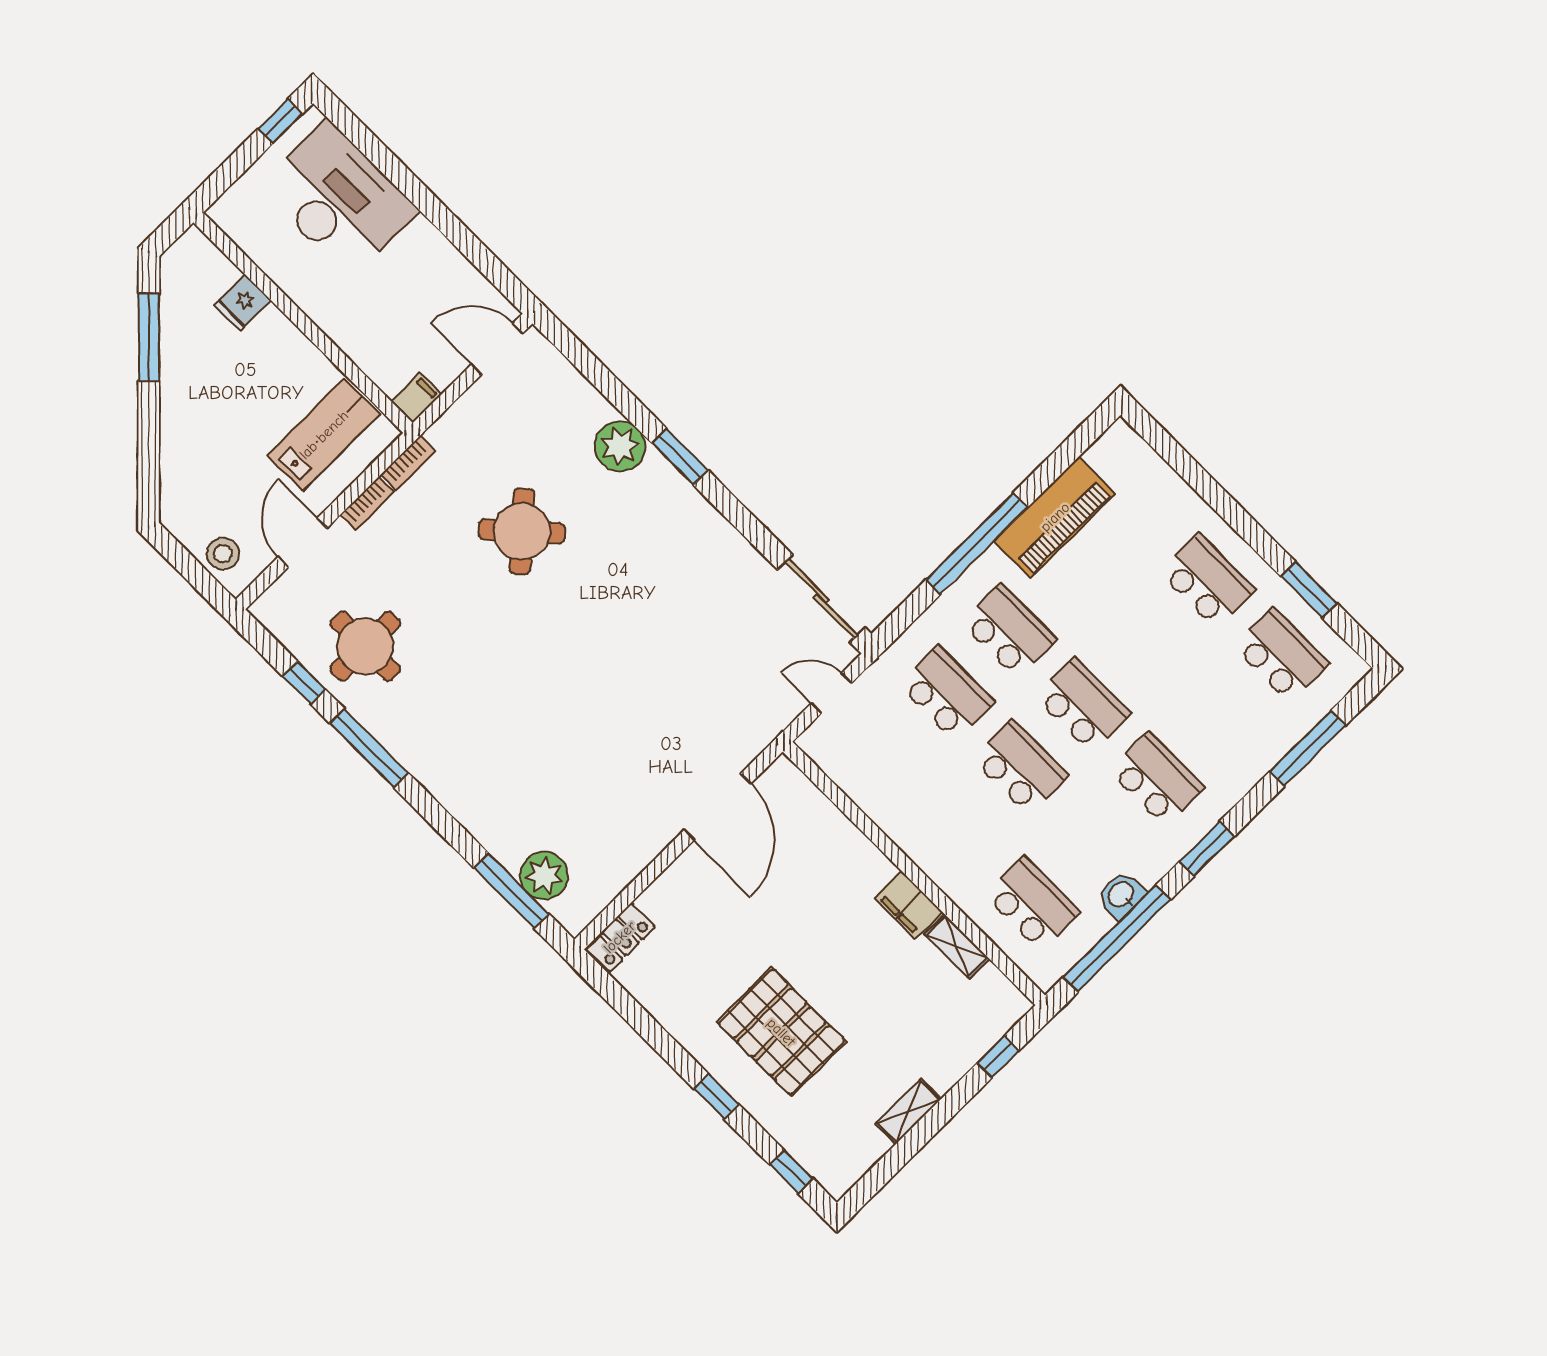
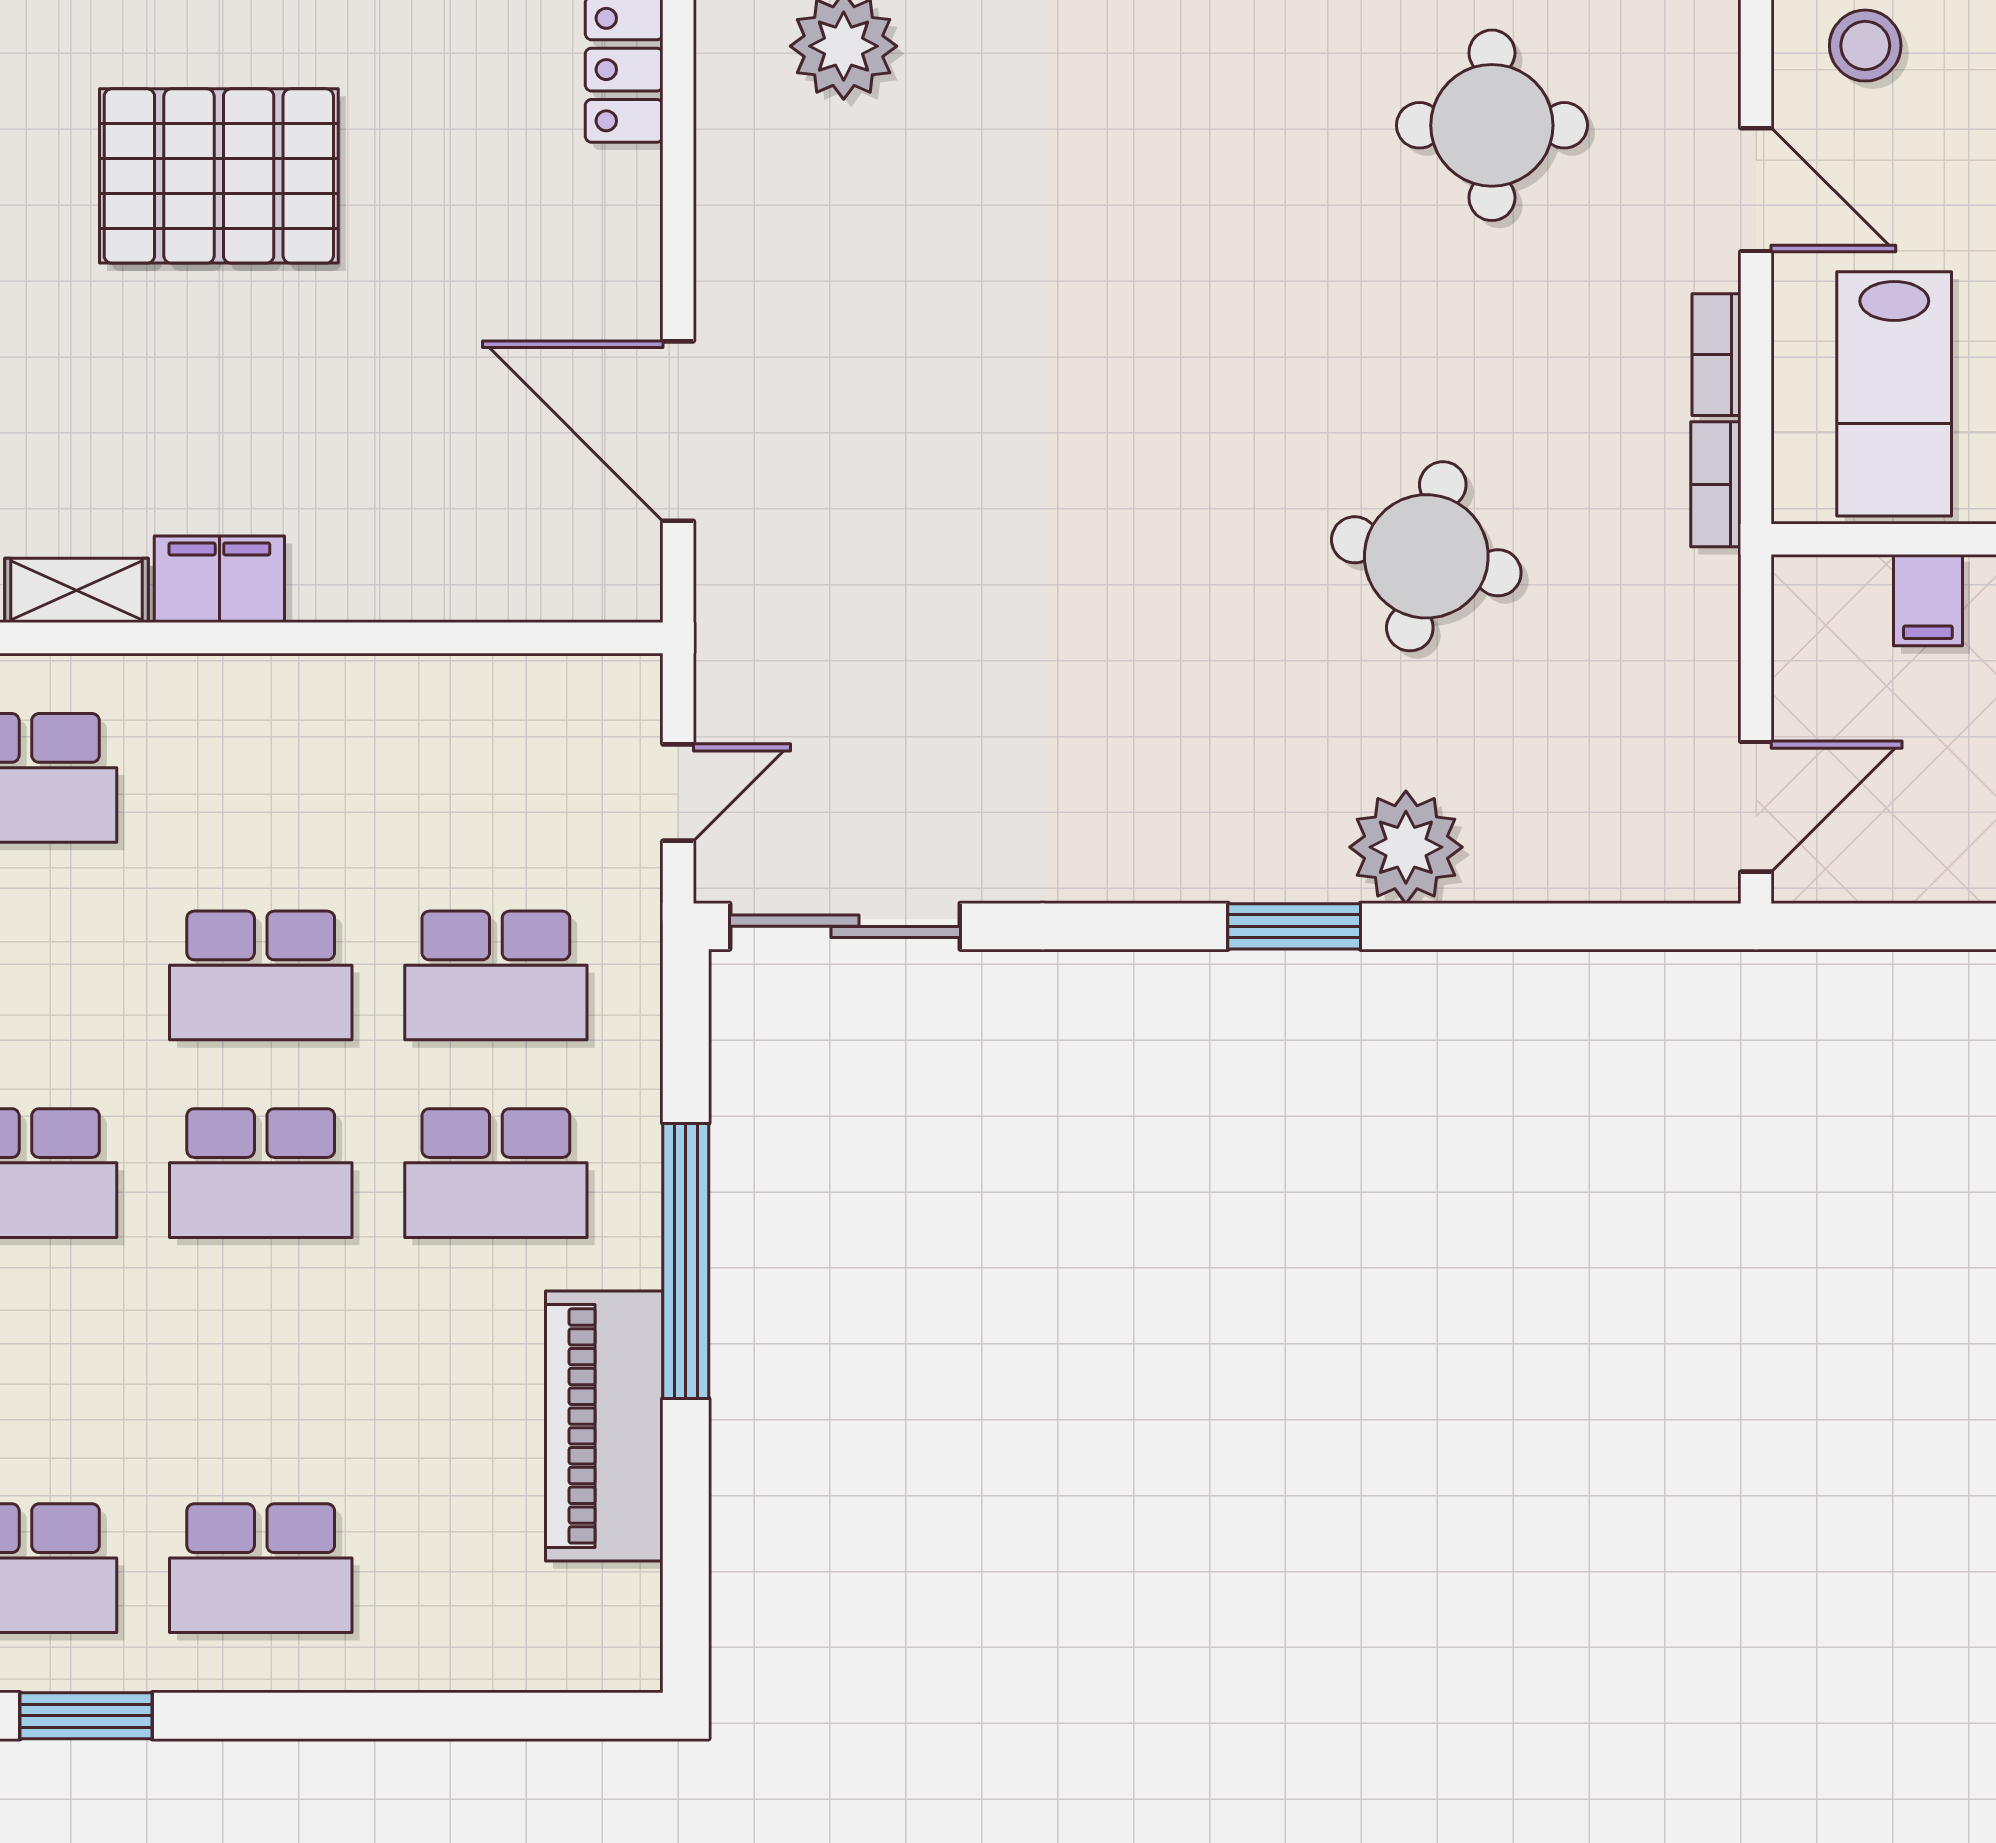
filing cabinet: (416, 398) -> (1928, 600), moved
round table: (522, 531) -> (1426, 556), turned -35

